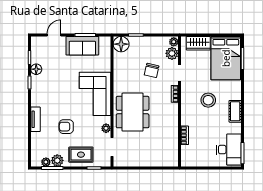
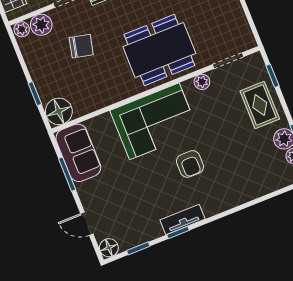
sofa: (82, 46) -> (78, 153), moved
floor lamp: (36, 69) -> (109, 248), moved
tv unit: (36, 119) -> (182, 220), moved
armchair: (66, 127) -> (190, 164), moved

